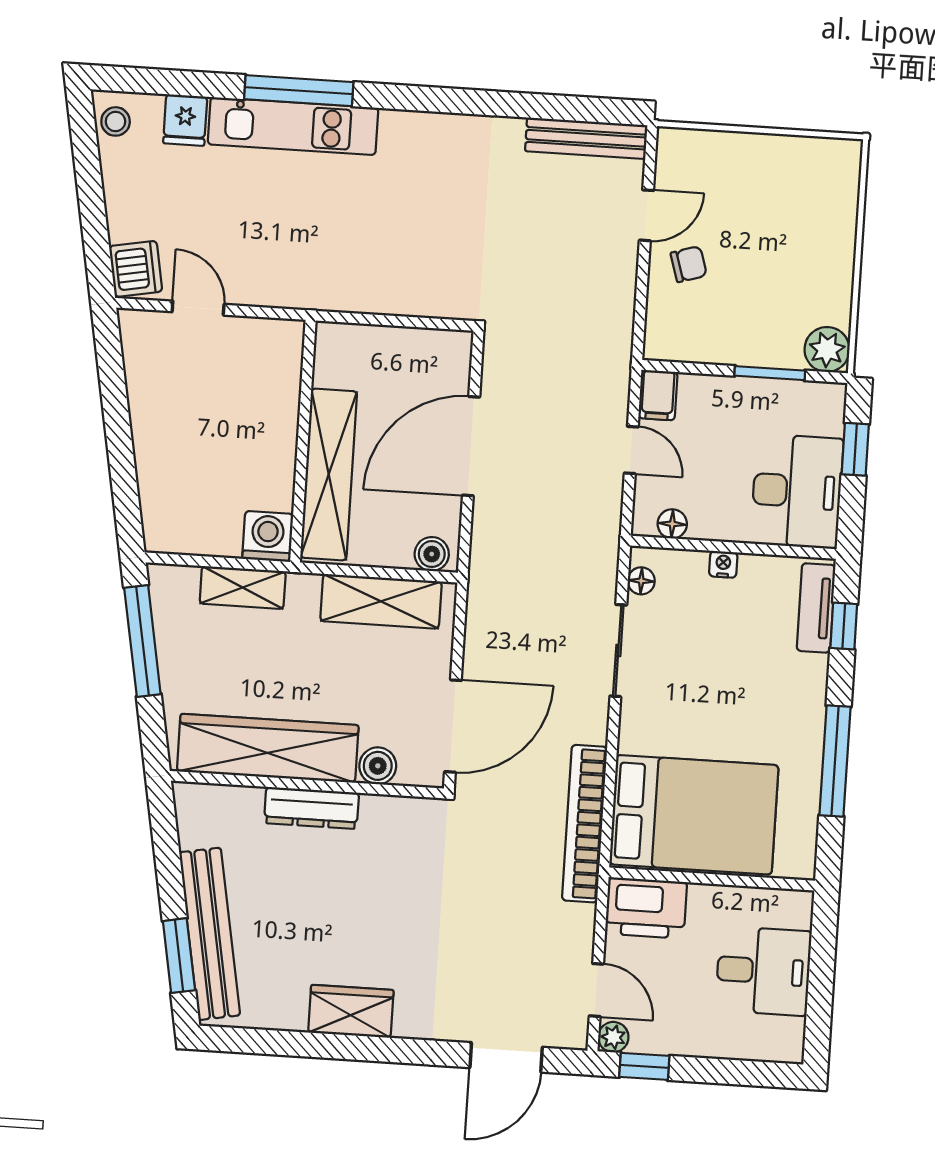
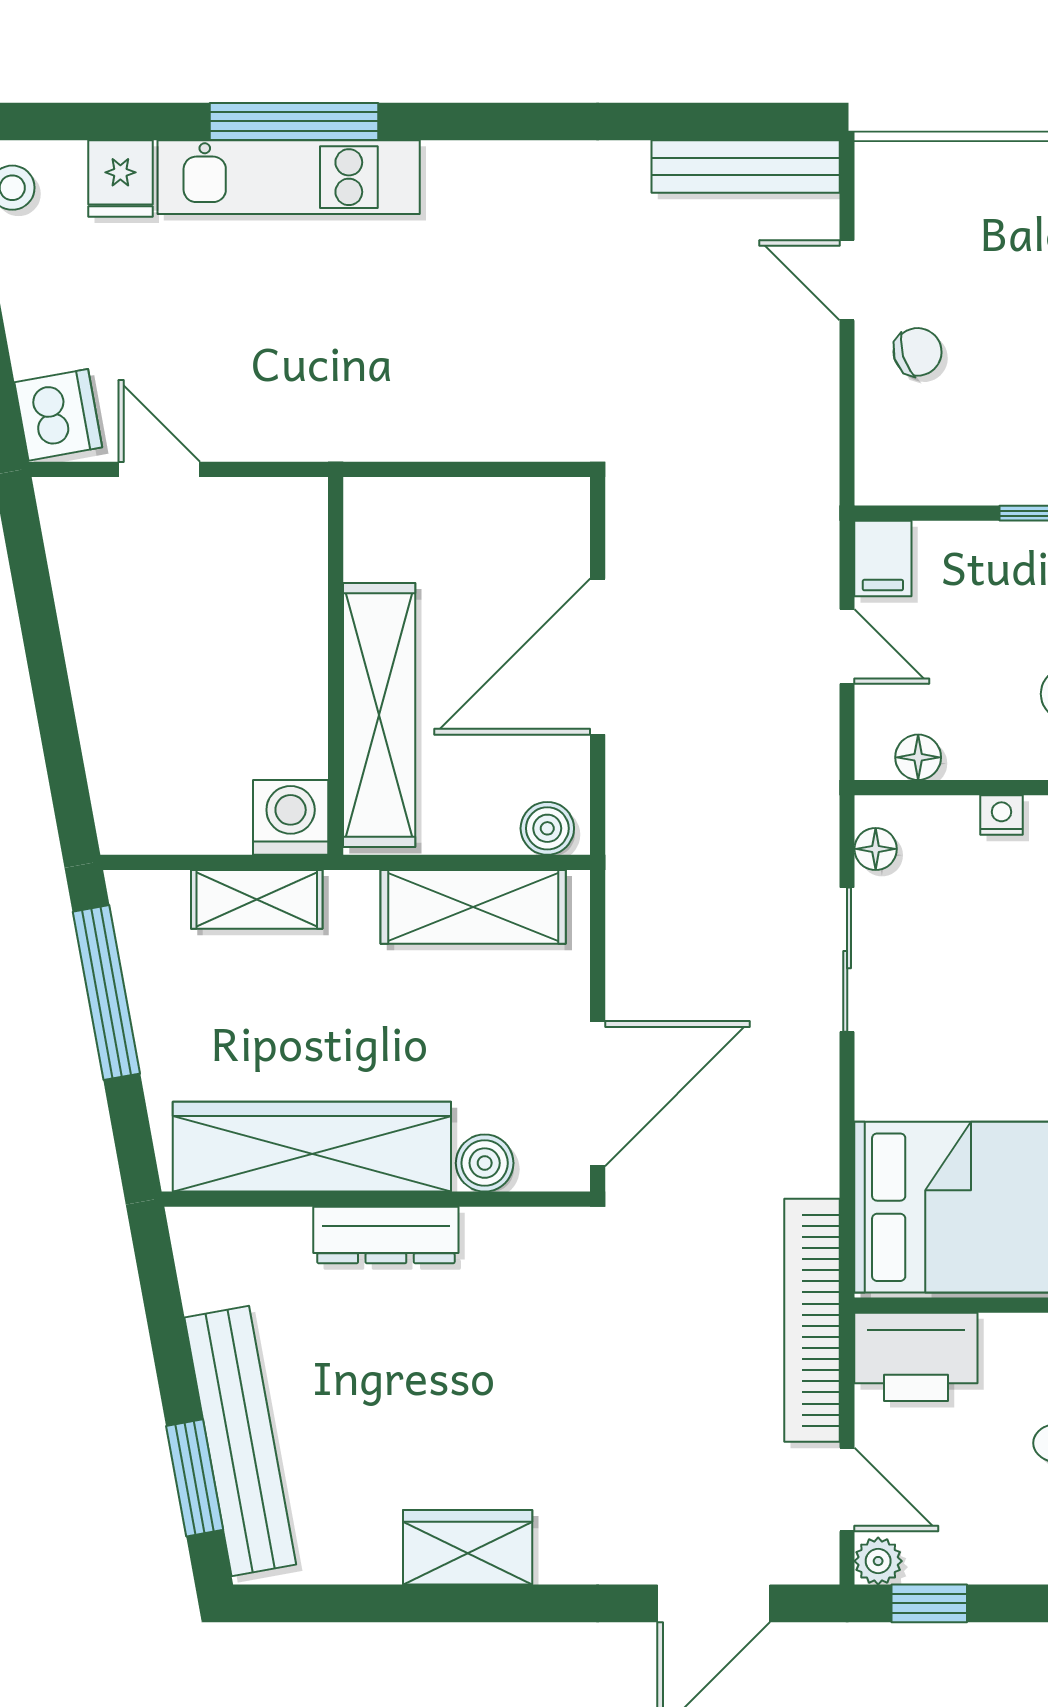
door: (646, 215) -> (847, 280), swing flipped
bookcase: (585, 824) -> (812, 1320), moved

